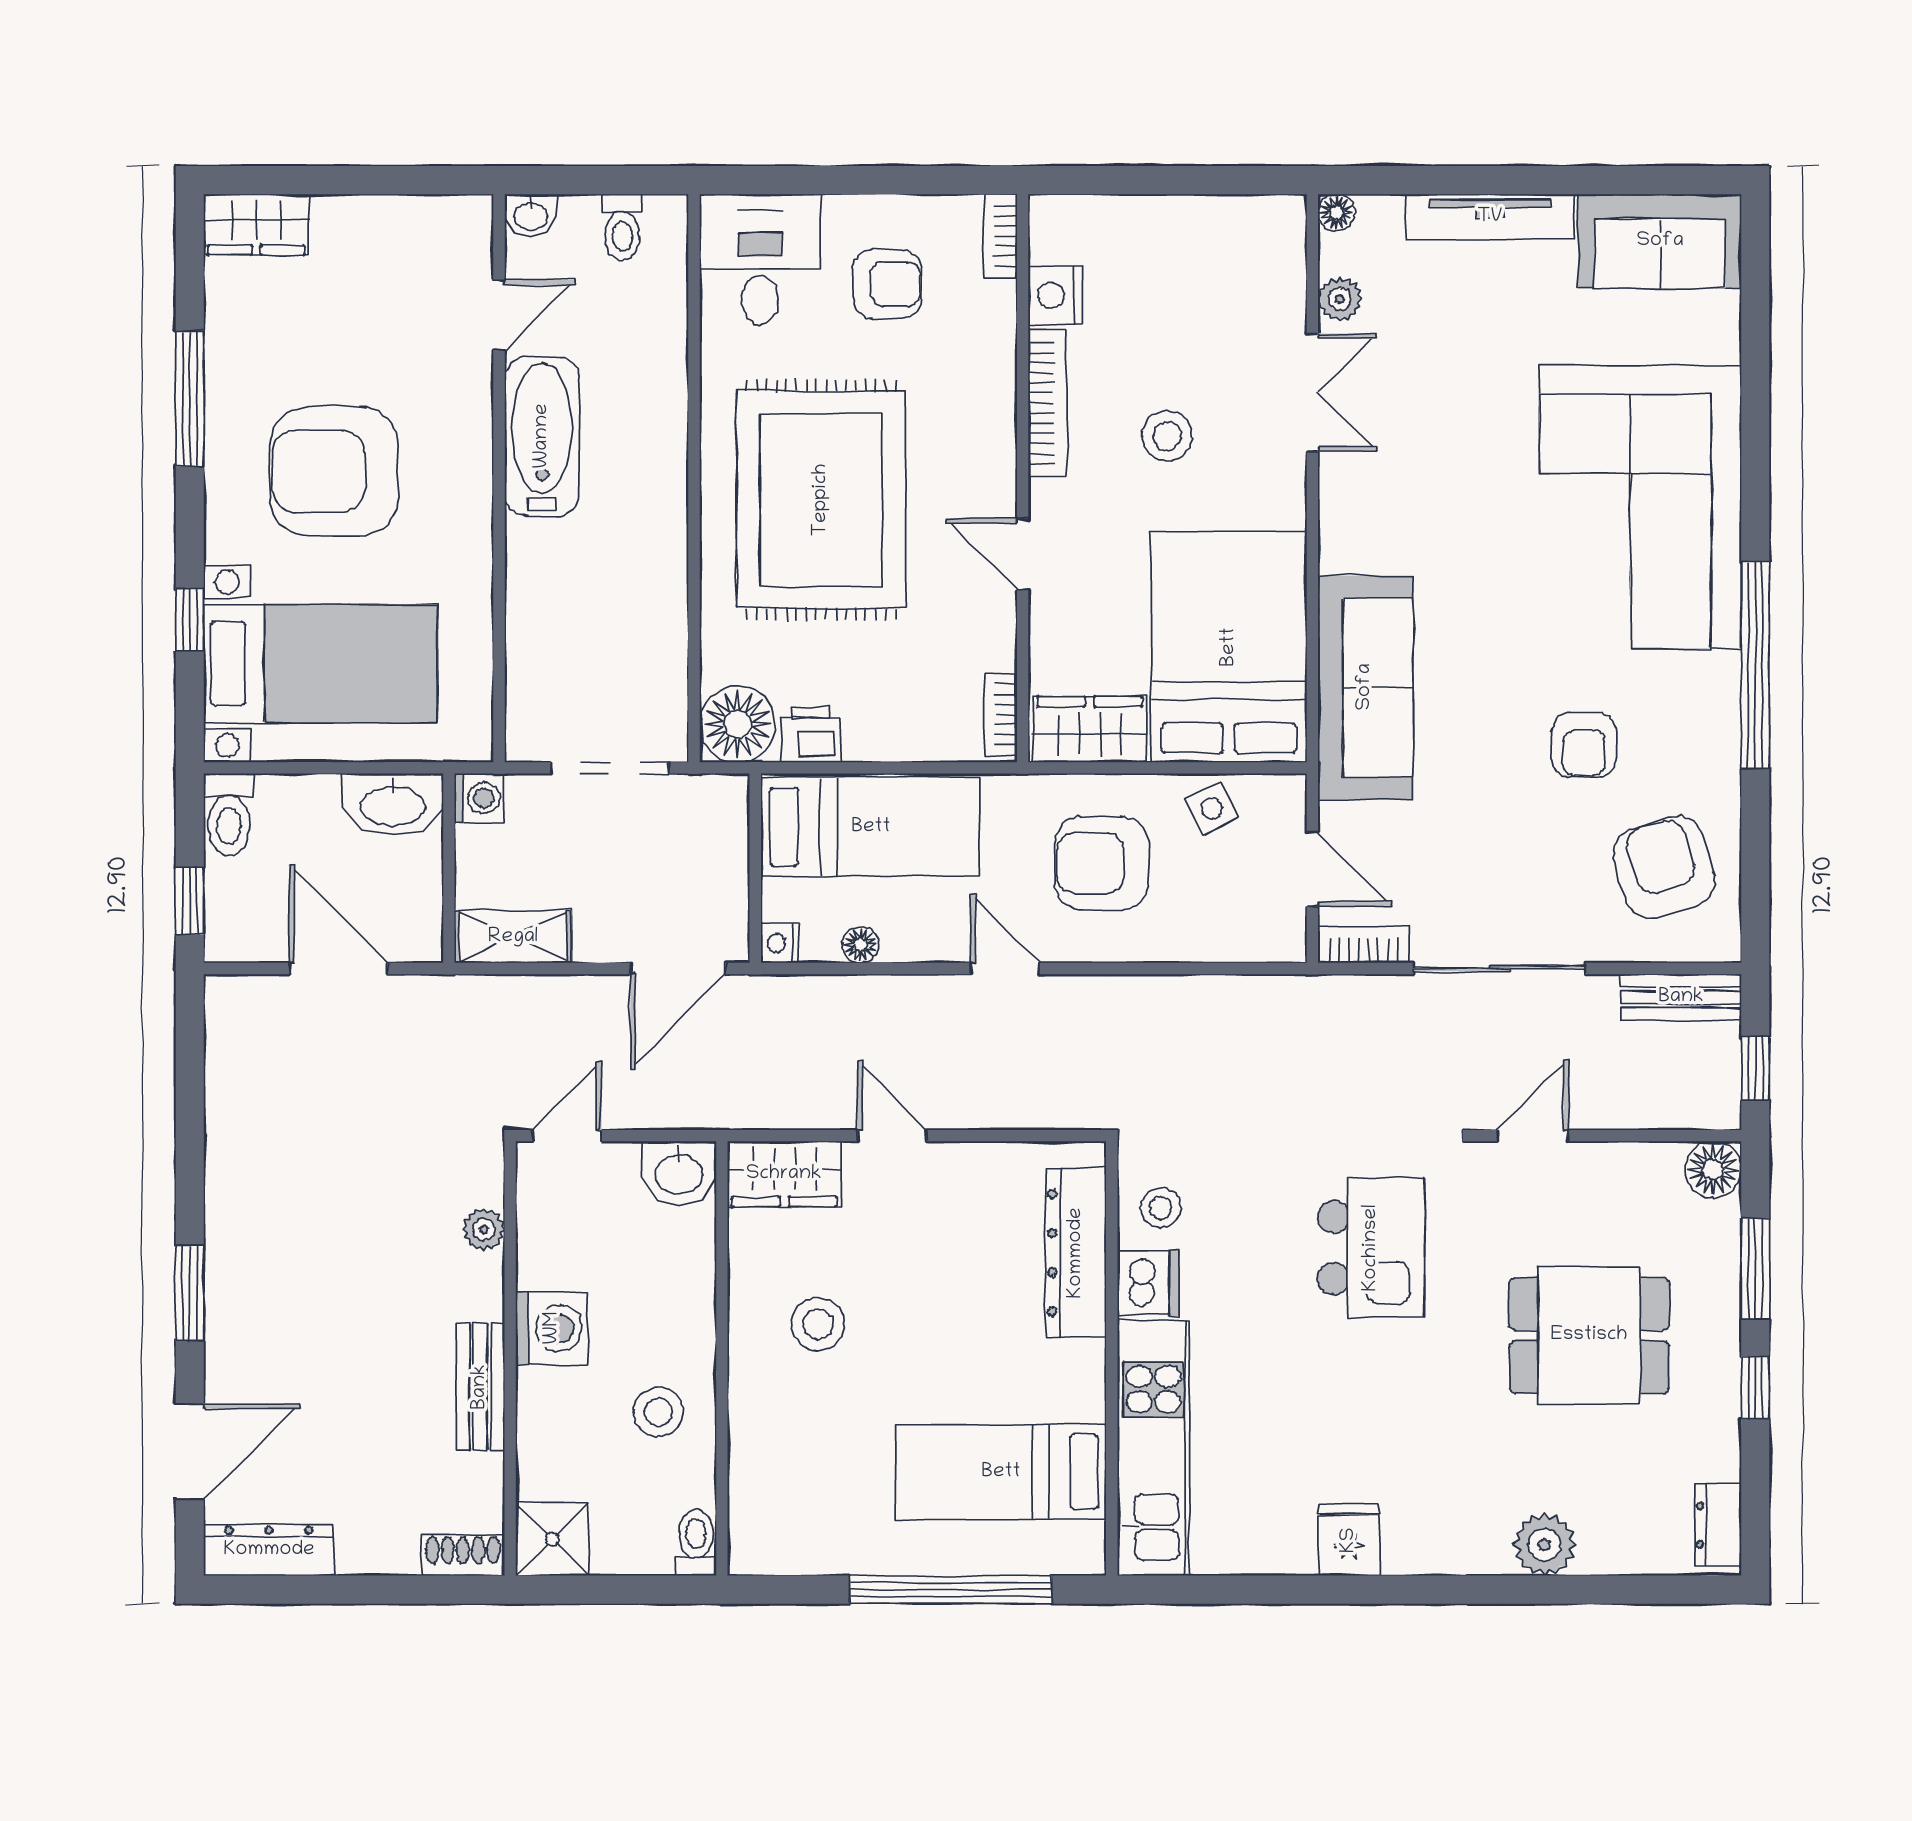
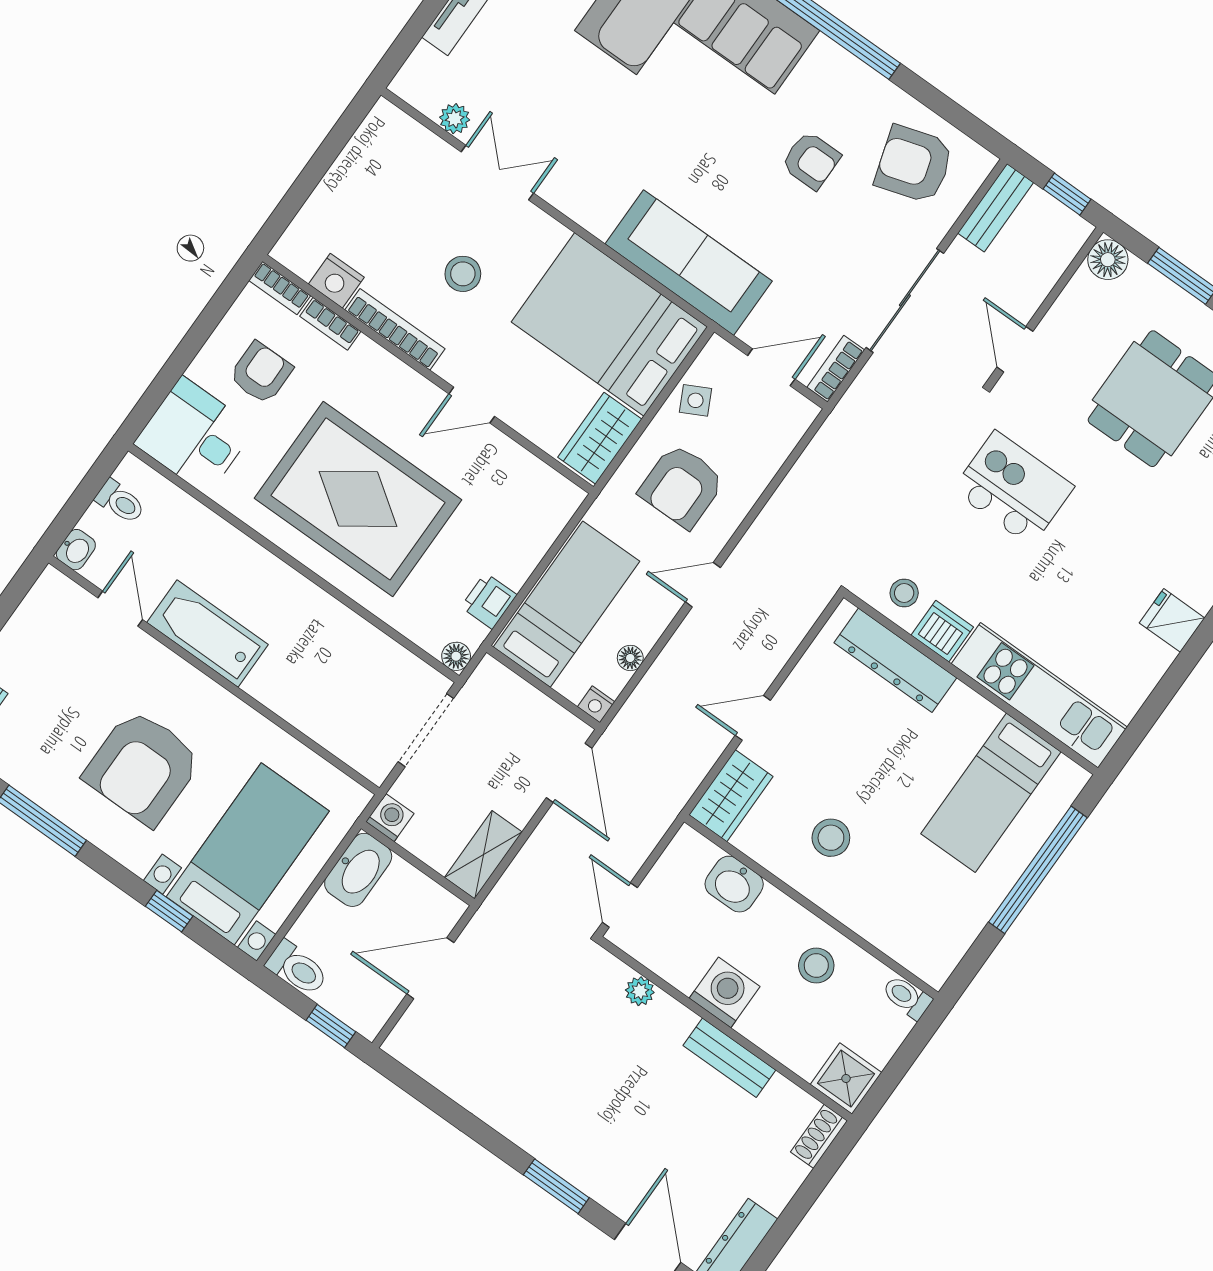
floor lamp: (1336, 213) -> (404, 85), removed
bookcase: (1000, 714) -> (330, 324), moved
floor lamp: (738, 724) -> (456, 656), width x0.53, depth x0.53
washbasin: (679, 1173) -> (734, 884), moved, turned 90

